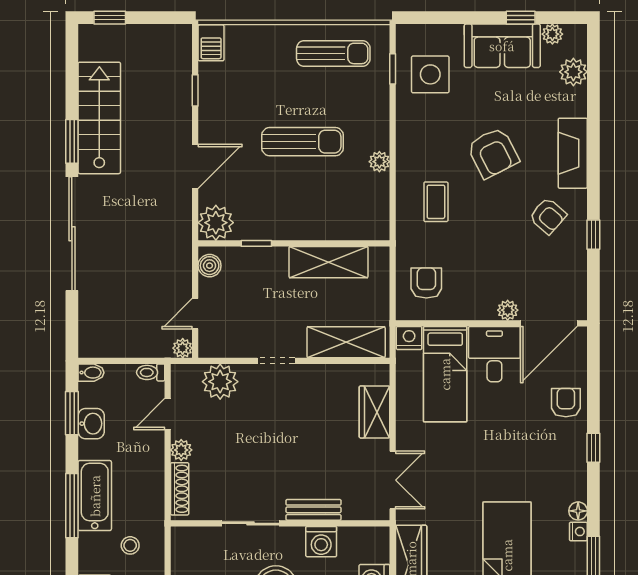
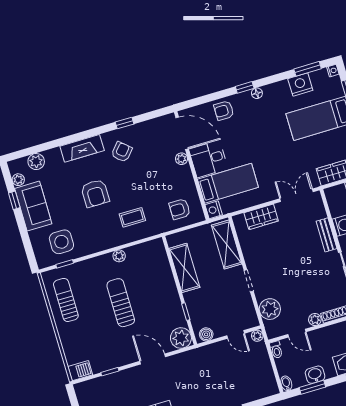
armchair: (493, 153) -> (95, 193), turned 117
floor lamp: (578, 511) -> (257, 93), moved
nightstand: (578, 531) -> (300, 84), width x1.89, depth x1.79

